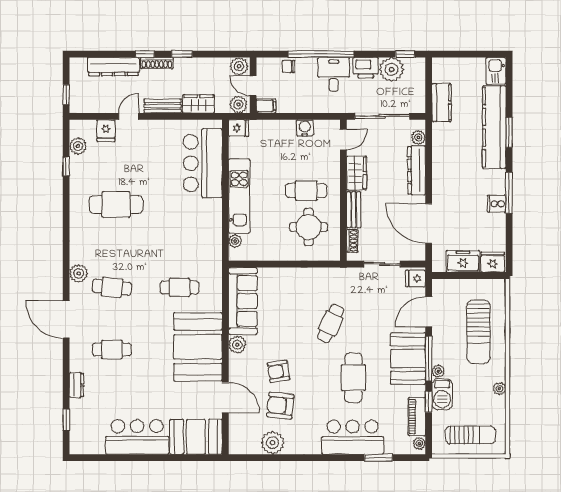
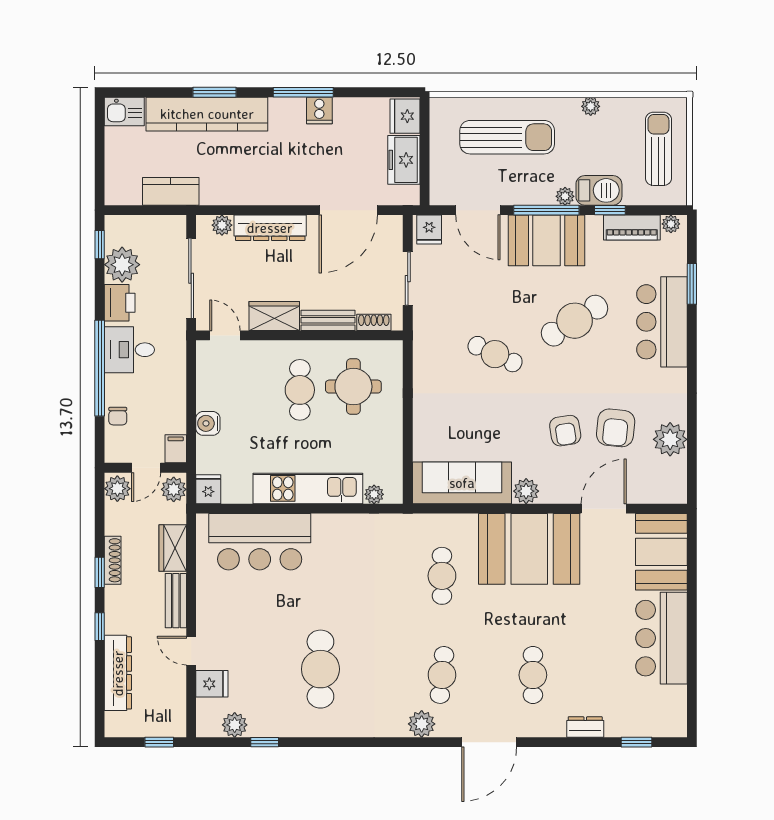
shoe rack: (157, 63) -> (113, 560), moved
water cooler: (305, 128) -> (208, 423), moved
cafe table: (353, 378) -> (575, 321), turned -32

